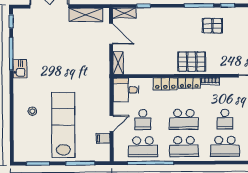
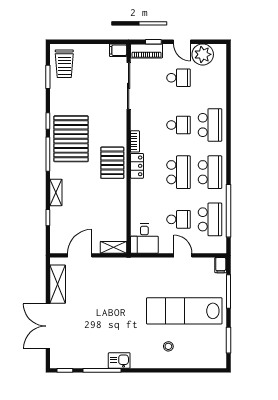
shelving: (124, 13) -> (56, 192), moved
pallet: (212, 26) -> (71, 139), width x2.05, depth x2.00
locker: (165, 84) -> (138, 193), removed
filing cabinet: (103, 138) -> (221, 265), moved

